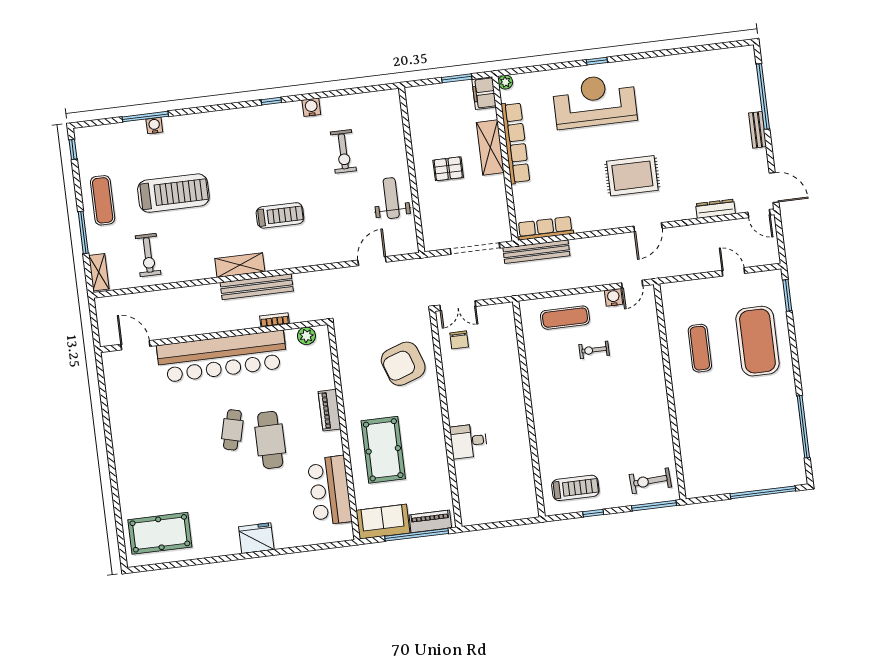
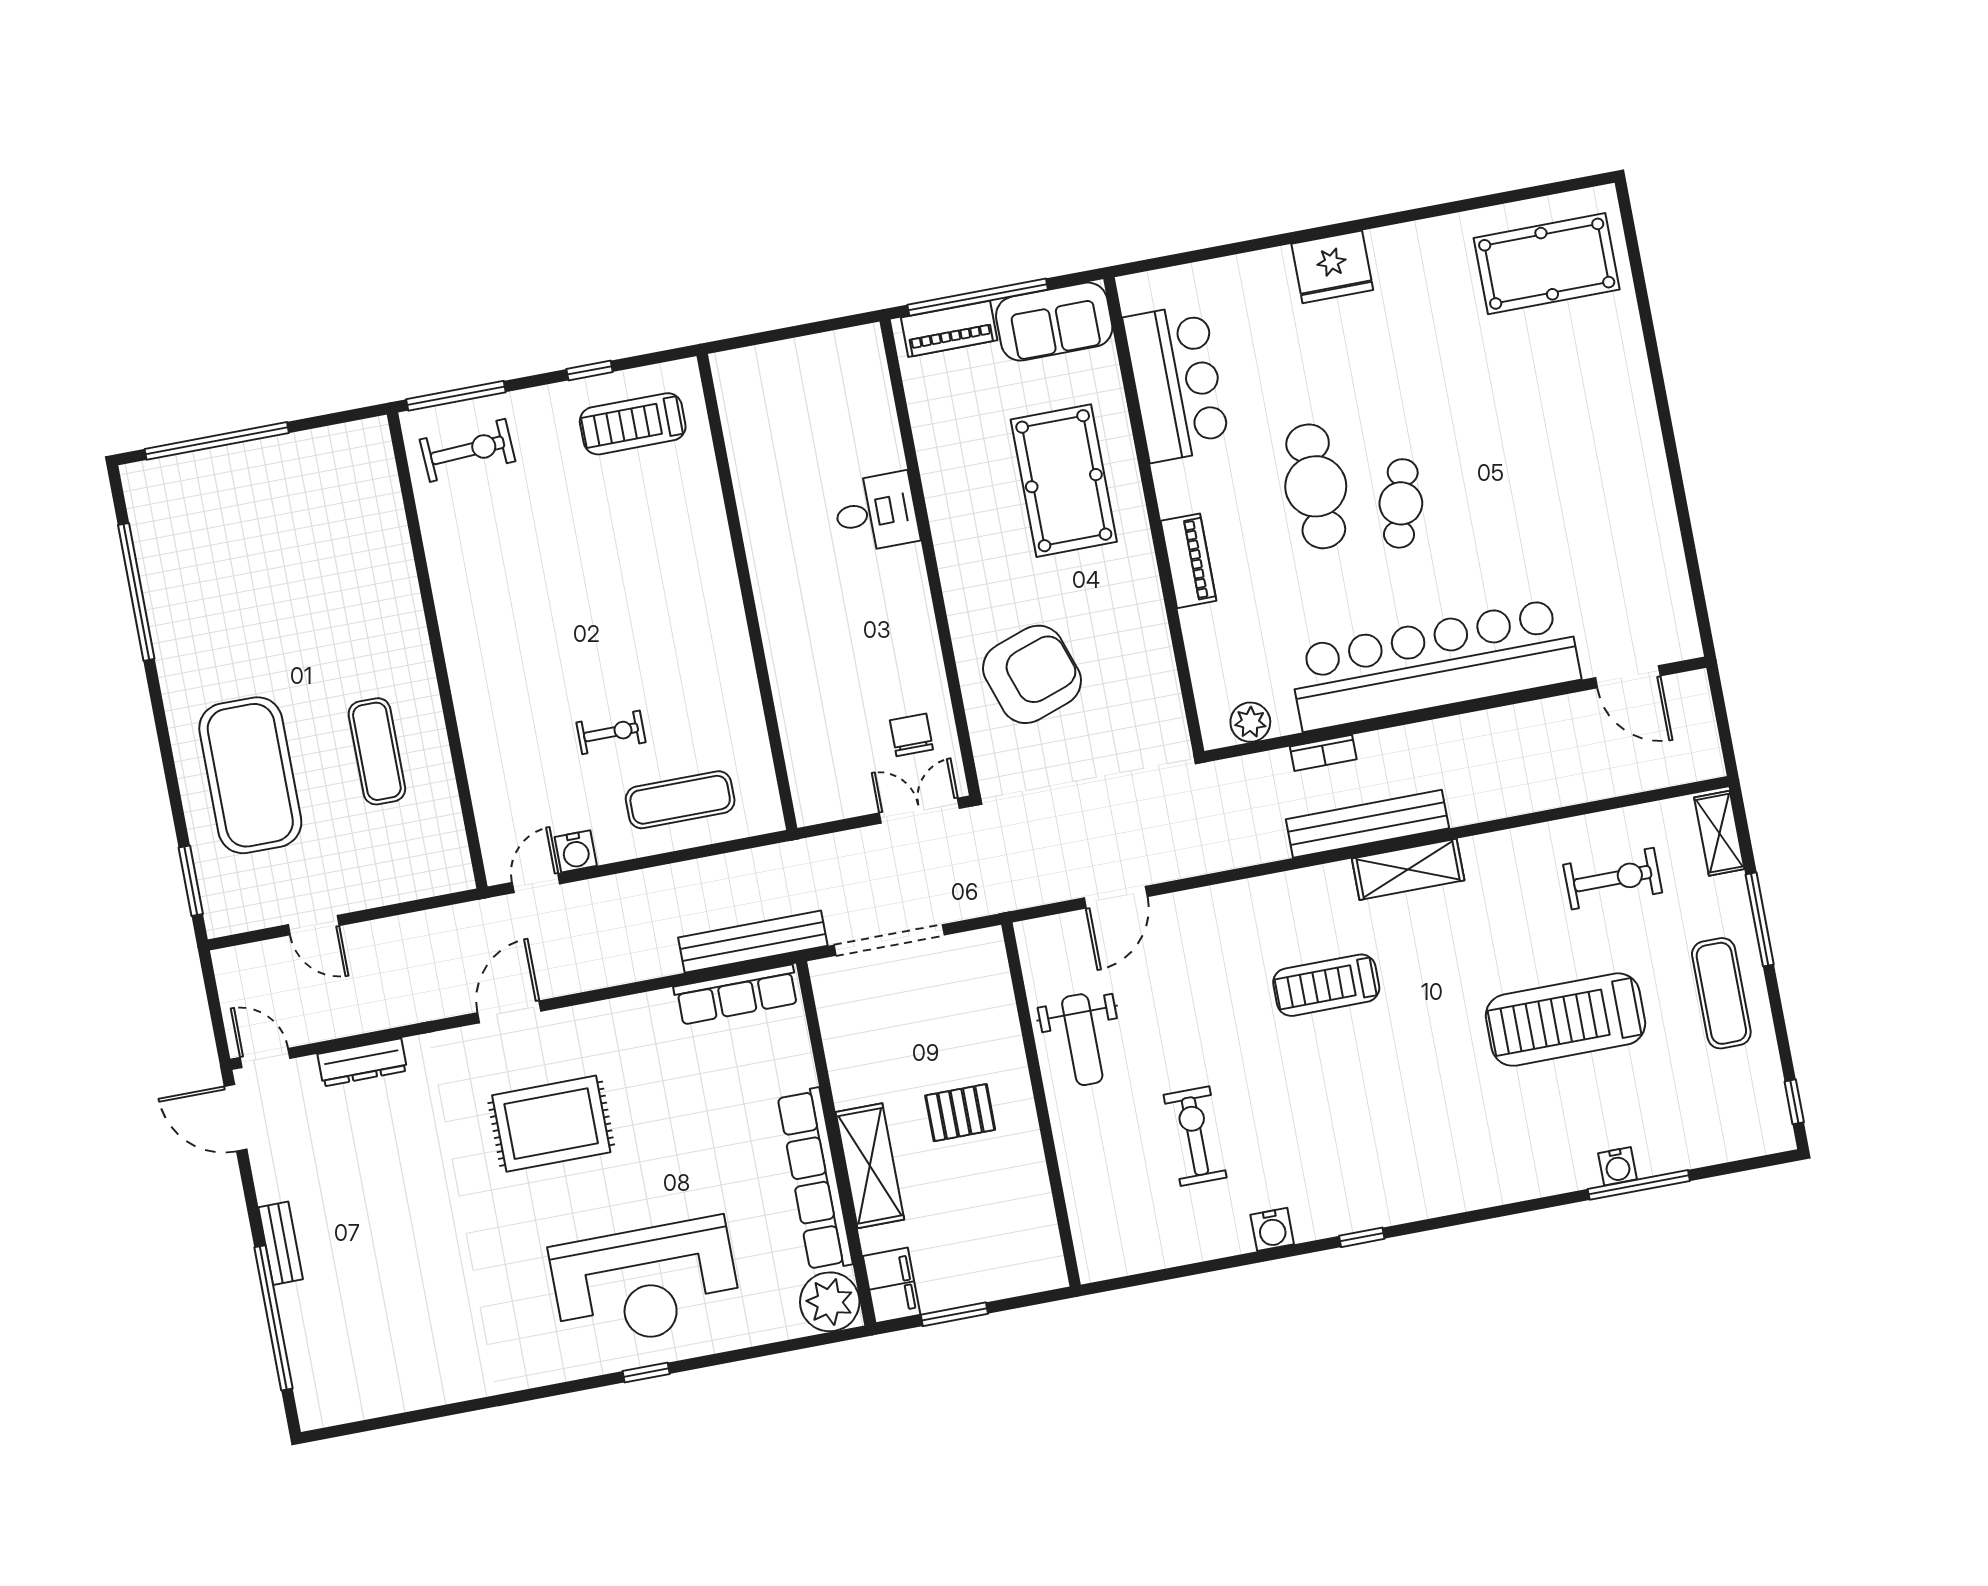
plant: (505, 82) -> (830, 1302), width x1.88, depth x1.88
exercise bike: (148, 255) -> (1613, 879), turned 90

